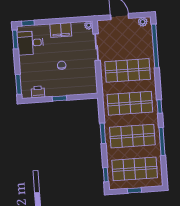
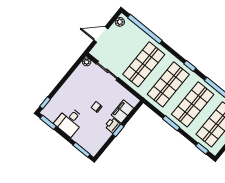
filing cabinet: (61, 30) -> (122, 112), moved, turned 180
desk: (30, 43) -> (70, 121), moved
printer: (38, 92) -> (113, 125), moved

